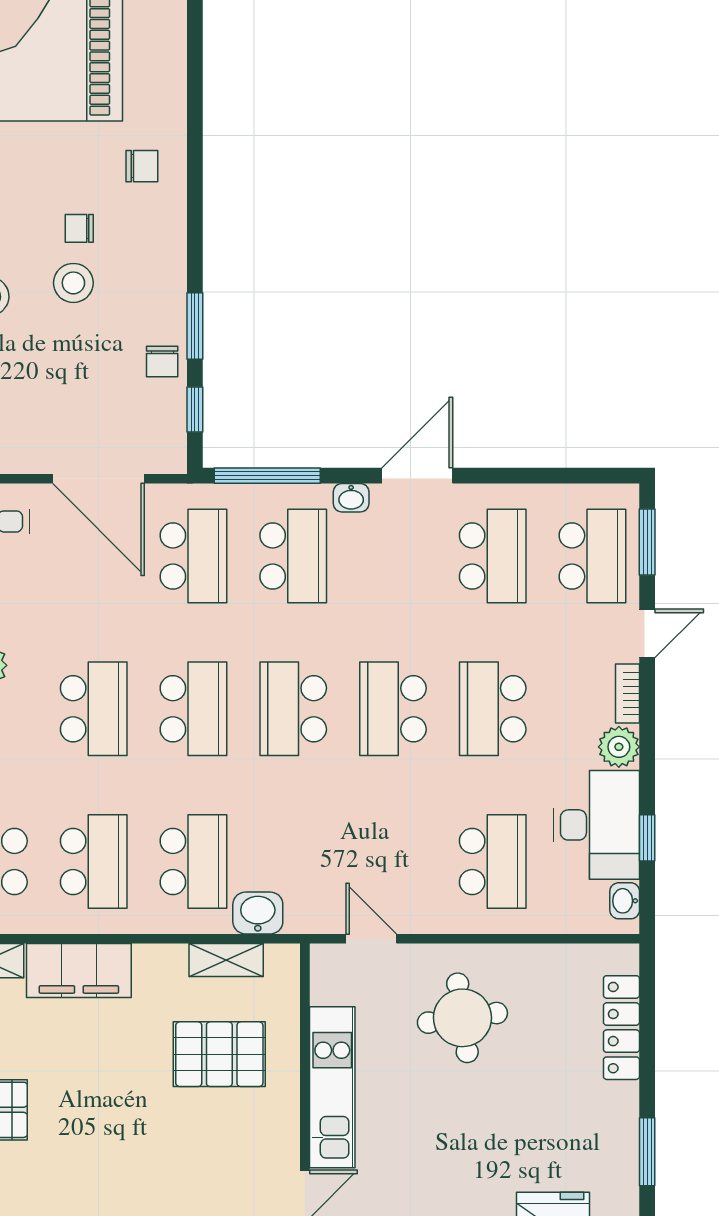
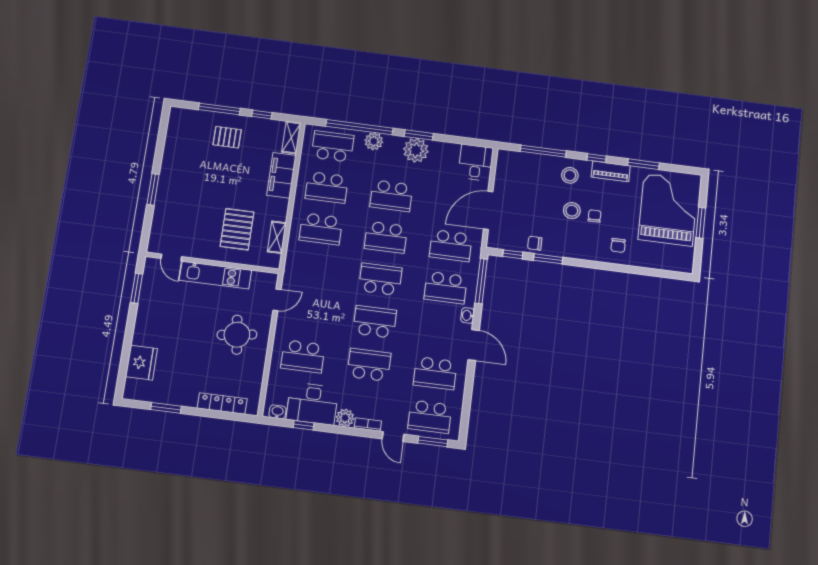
washbasin: (258, 913) -> (295, 253), removed

